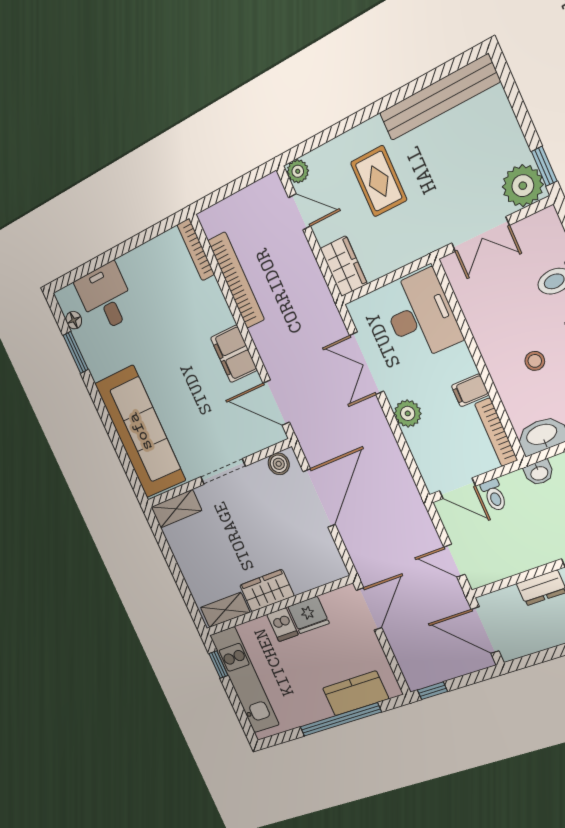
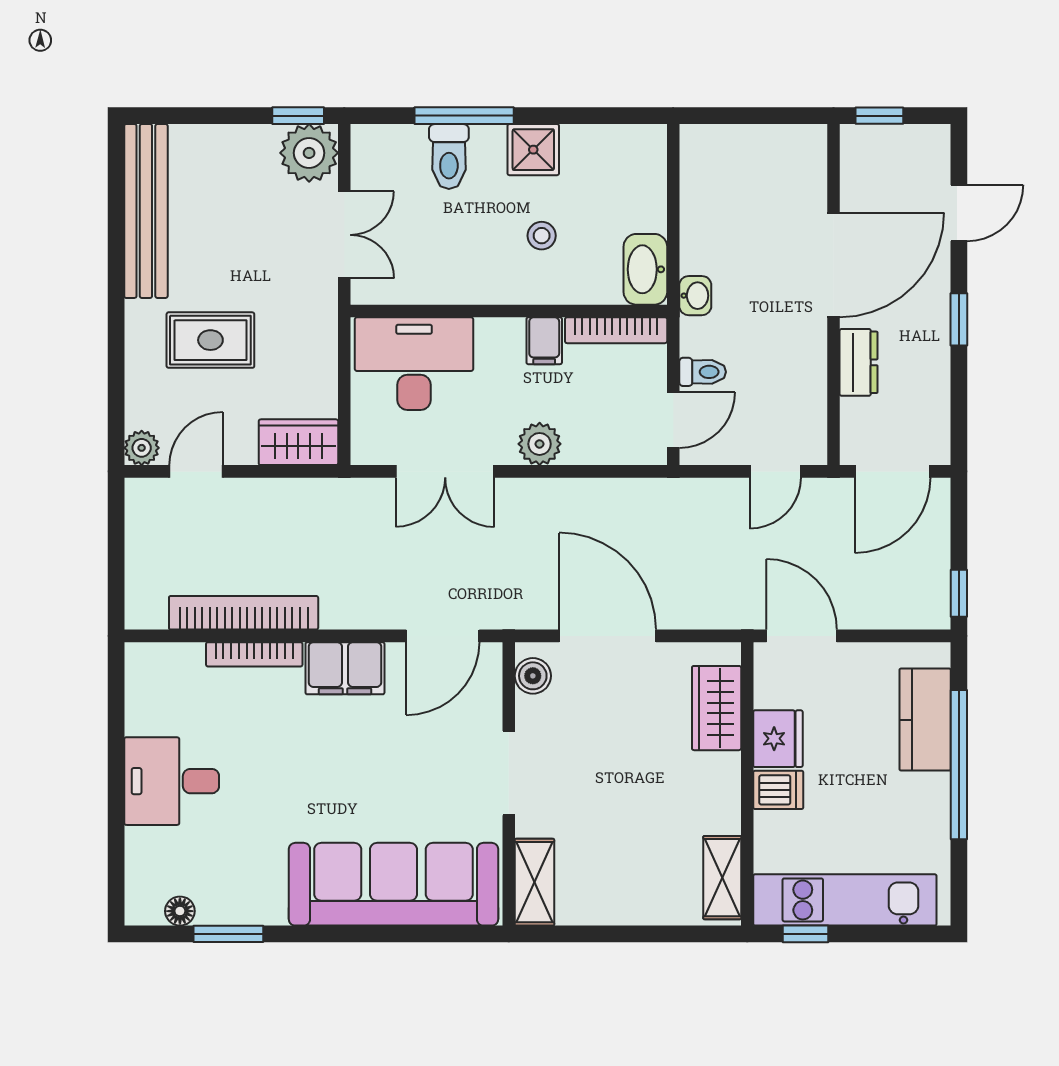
bookcase: (196, 250) -> (254, 654), moved
desk: (106, 297) -> (172, 781), moved
wardrobe: (267, 591) -> (717, 708), moved

